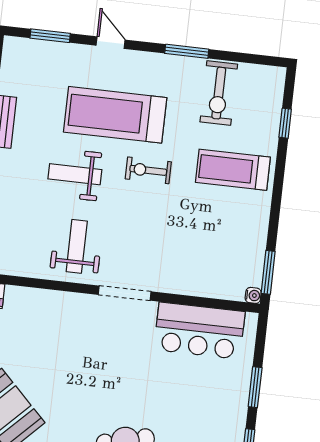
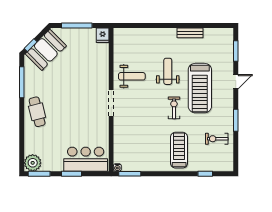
exercise bike: (219, 93) -> (217, 139), width x0.73, depth x0.72
treadmill: (115, 115) -> (200, 88), turned 180
bar counter: (199, 331) -> (86, 159), moved, turned 90

